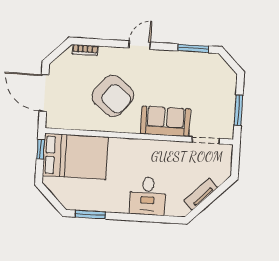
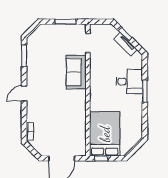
door: (140, 45) -> (24, 94), hinge flipped
armchair: (113, 96) -> (61, 110), removed
window: (215, 194) -> (125, 34), added
window: (90, 215) -> (145, 91), moved

